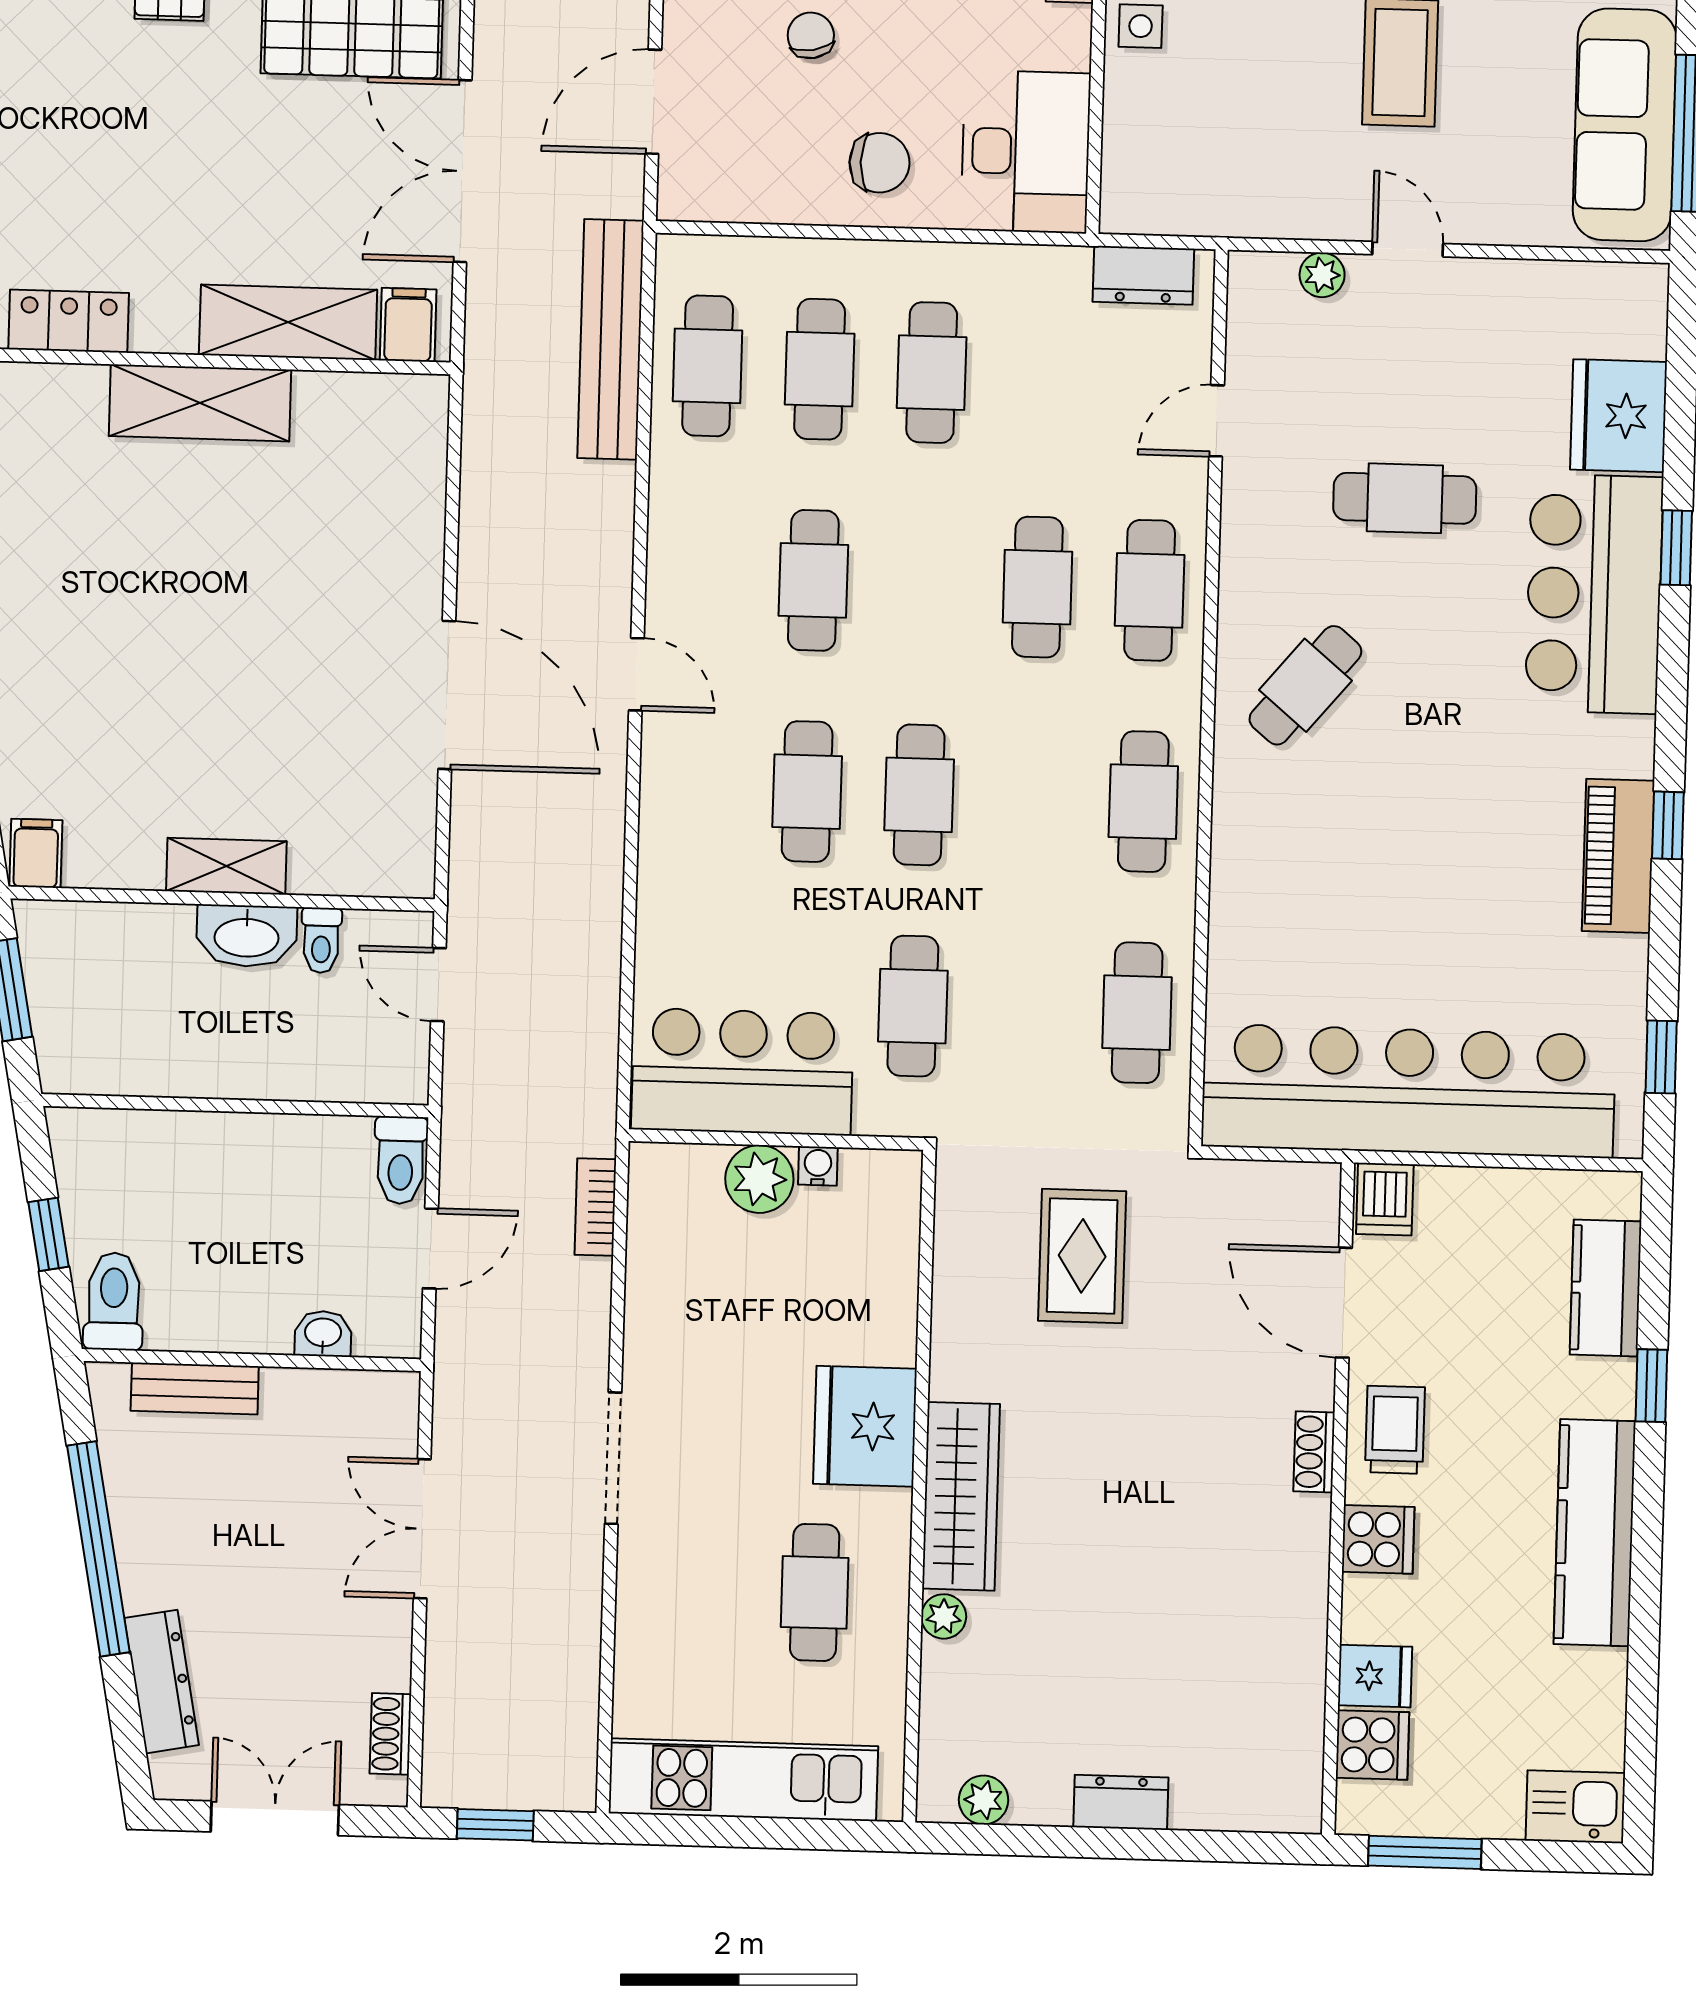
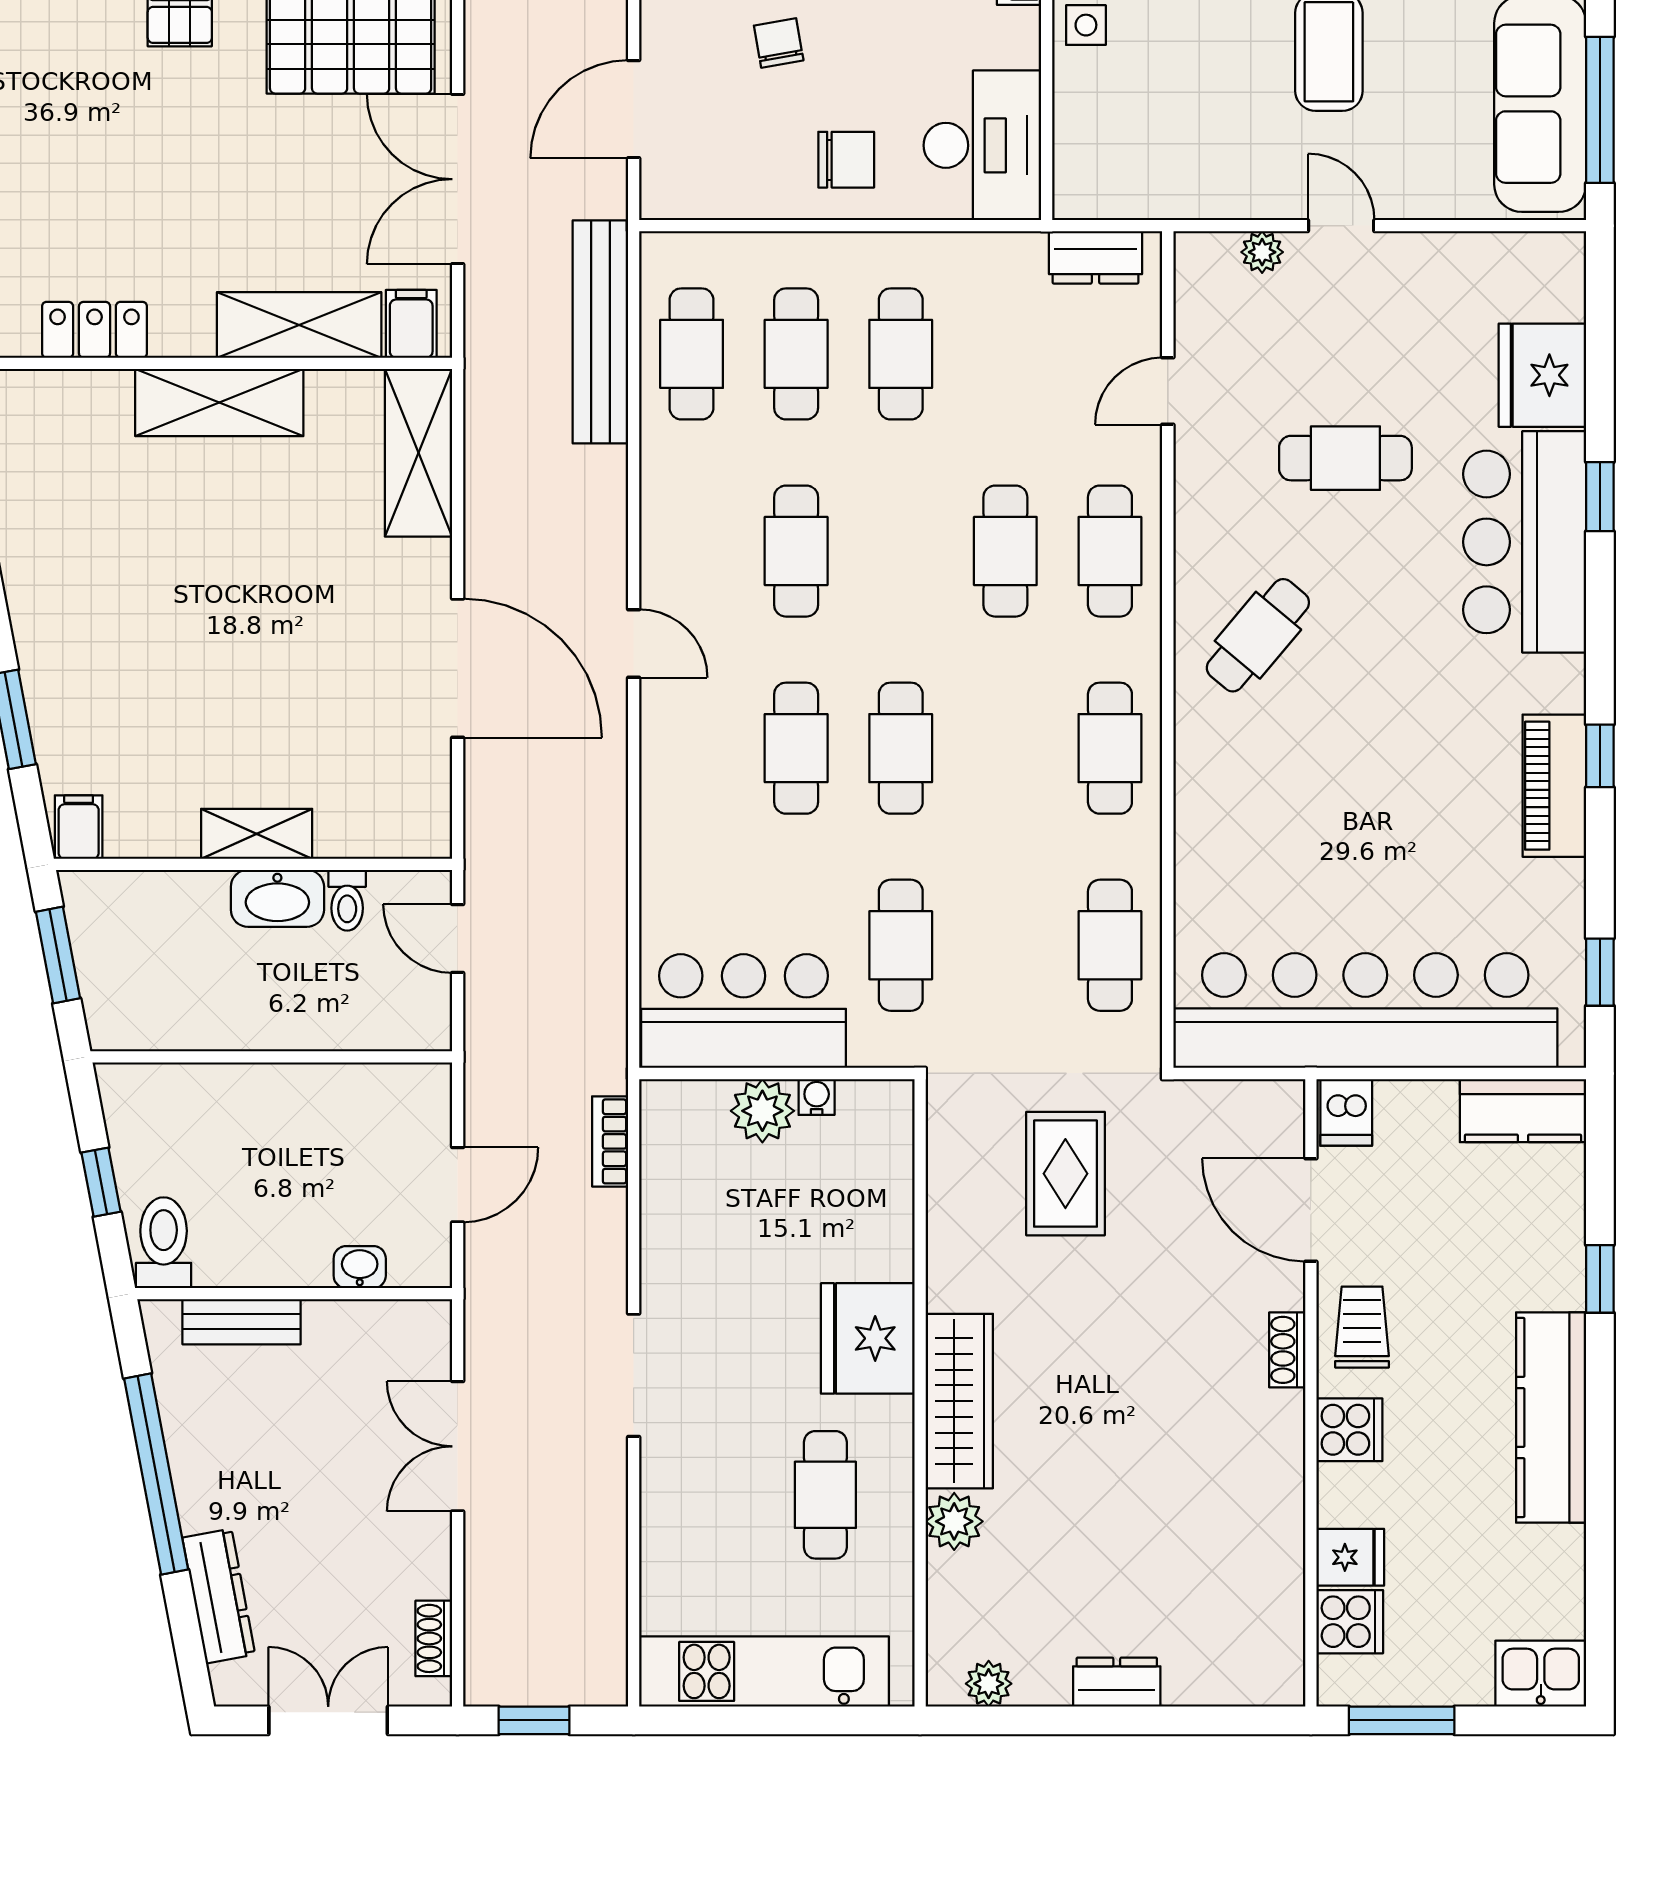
shelving: (412, 463) -> (418, 453), added
toilet: (401, 1160) -> (427, 1103), removed
kitchen counter: (1606, 1288) -> (1523, 1111), moved, turned -90
plant: (944, 1616) -> (954, 1521), width x1.38, depth x1.38

